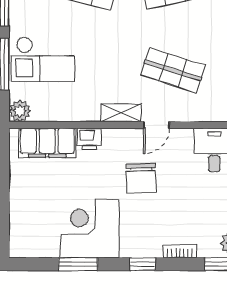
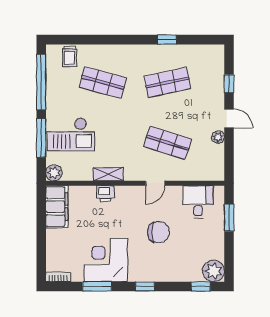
shelving: (121, 113) -> (108, 174), moved
filing cabinet: (47, 143) -> (57, 207), moved, turned -90
chair: (141, 178) -> (158, 232), moved, turned -88
bookcase: (180, 251) -> (58, 277), moved

